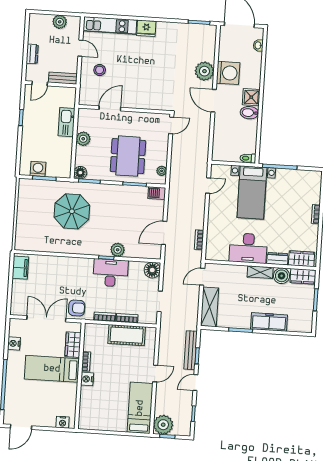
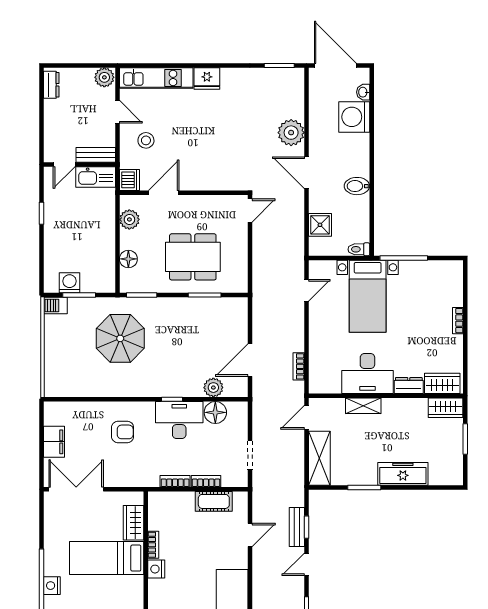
plant: (60, 22) -> (104, 77), moved
dresser: (32, 54) -> (51, 85), moved
washing machine: (228, 73) -> (354, 117), moved, turned 180
shower: (251, 97) -> (320, 225), moved
dishwasher: (86, 98) -> (129, 180), added
kitchen sink: (67, 122) -> (96, 177), moved, turned -90
plant: (83, 139) -> (129, 219), moved
dining table: (128, 156) -> (193, 257), turned 90
plant: (162, 171) -> (241, 274), removed
floor lamp: (80, 173) -> (128, 259), moved
barbecue: (157, 193) -> (55, 306), moved
plant: (118, 250) -> (213, 388), moved
filing cabinet: (20, 268) -> (54, 442), moved
floor lamp: (152, 270) -> (215, 412), moved
shelving: (260, 272) -> (363, 406), moved
boiler: (282, 276) -> (416, 409), removed
armchair: (77, 308) -> (123, 432), moved
double door: (46, 319) -> (76, 489), moved
cot: (127, 335) -> (214, 501), width x0.73, depth x0.75
nightstand: (14, 343) -> (52, 586), moved
bench: (191, 350) -> (297, 527), width x0.73
door: (155, 374) -> (250, 535), moved

